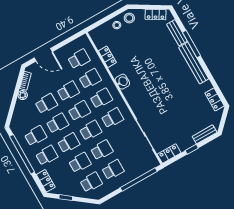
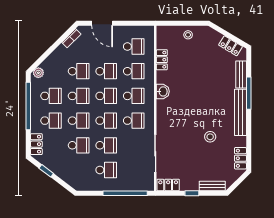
stool: (129, 18) -> (210, 137), moved
plant: (23, 95) -> (38, 73), moved
school desk: (91, 182) -> (79, 170), removed

